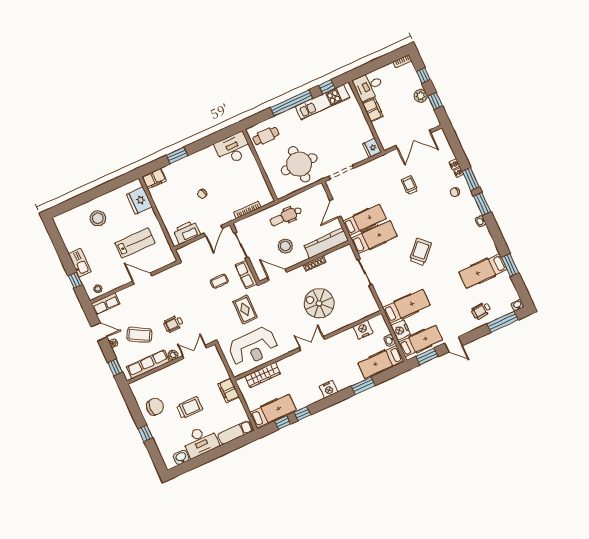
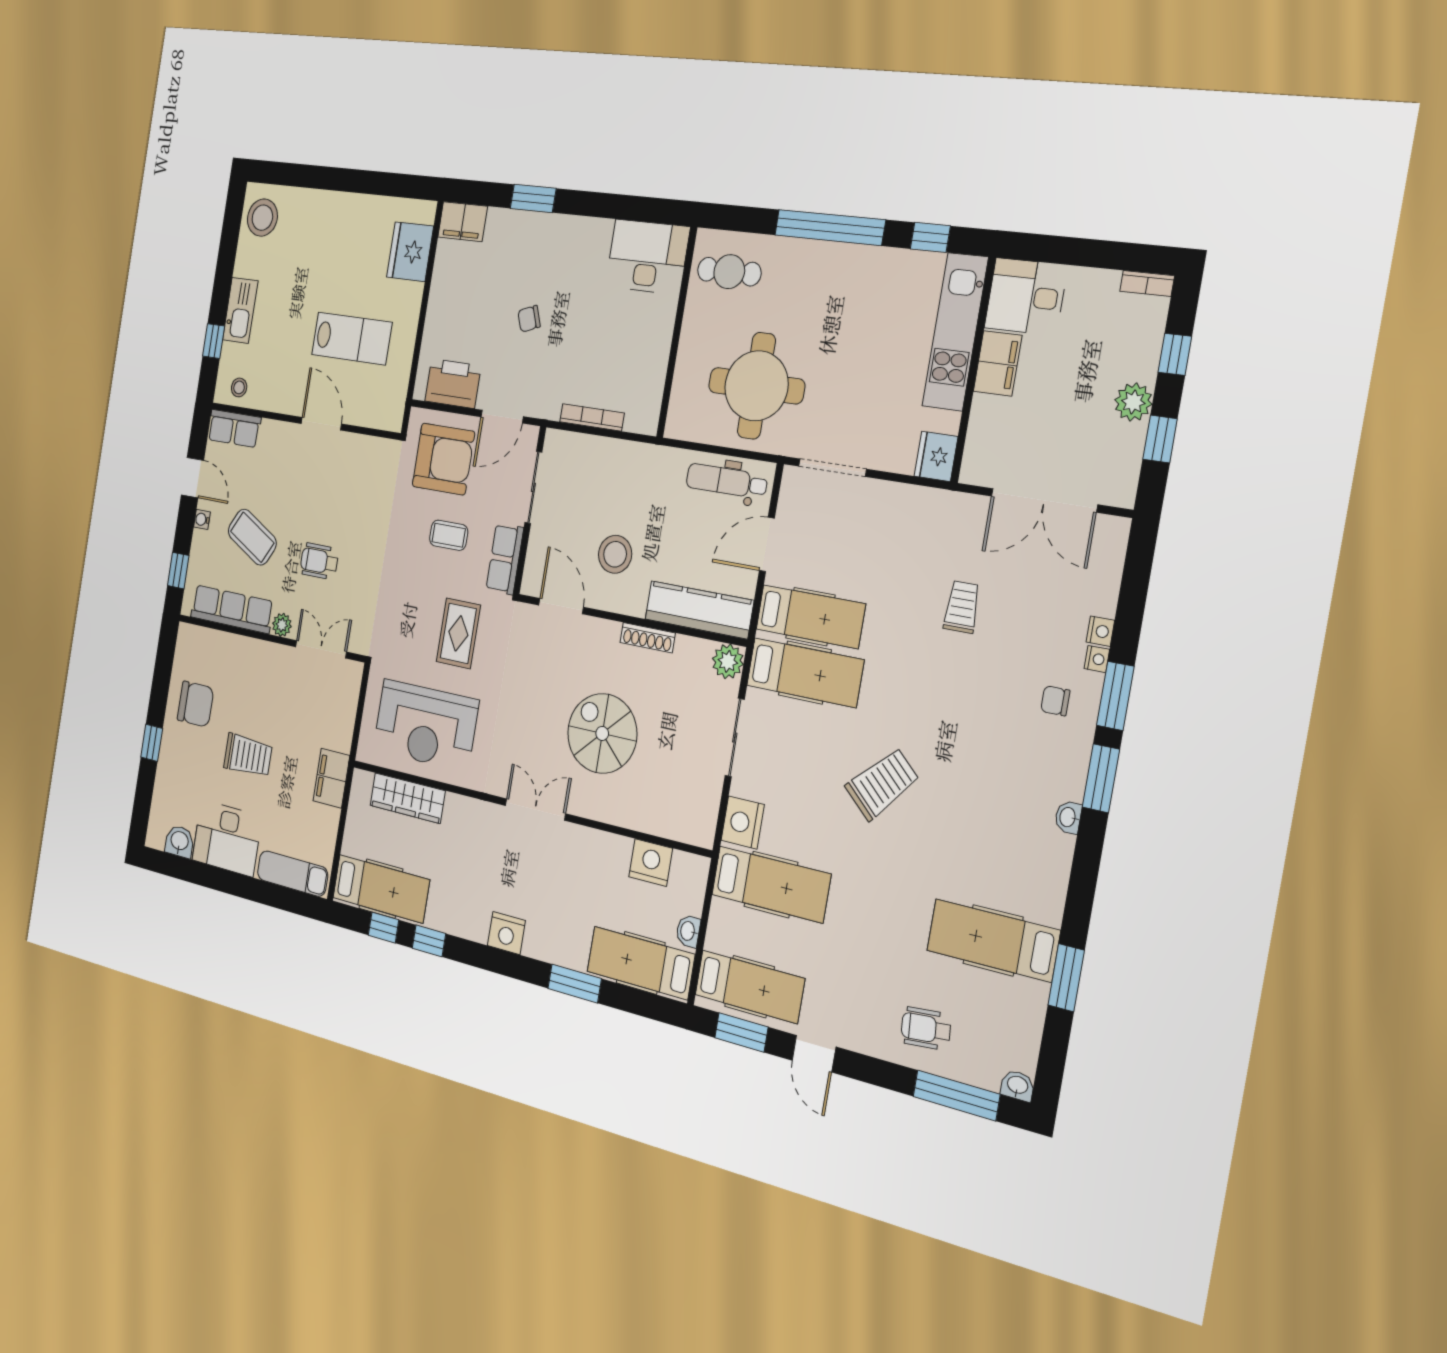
kitchen unit: (323, 102) -> (955, 332), moved, turned 90
dental chair: (286, 216) -> (727, 481), moved
stool: (98, 218) -> (262, 218), moved
plant: (347, 252) -> (728, 661), added
armchair: (200, 258) -> (443, 459), added
nightstand: (401, 330) -> (743, 823), moved

